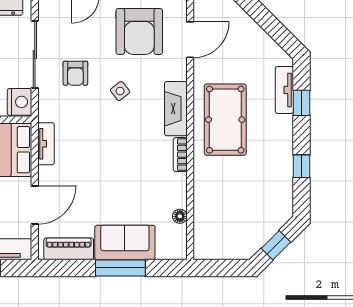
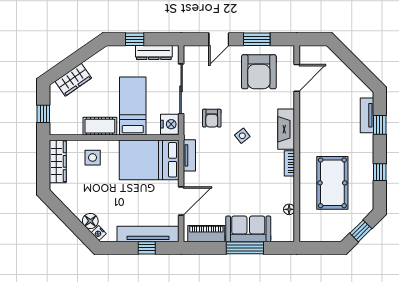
armchair: (75, 73) -> (212, 118), moved
side table: (120, 91) -> (242, 136), moved
pool table: (225, 120) -> (332, 183), moved

